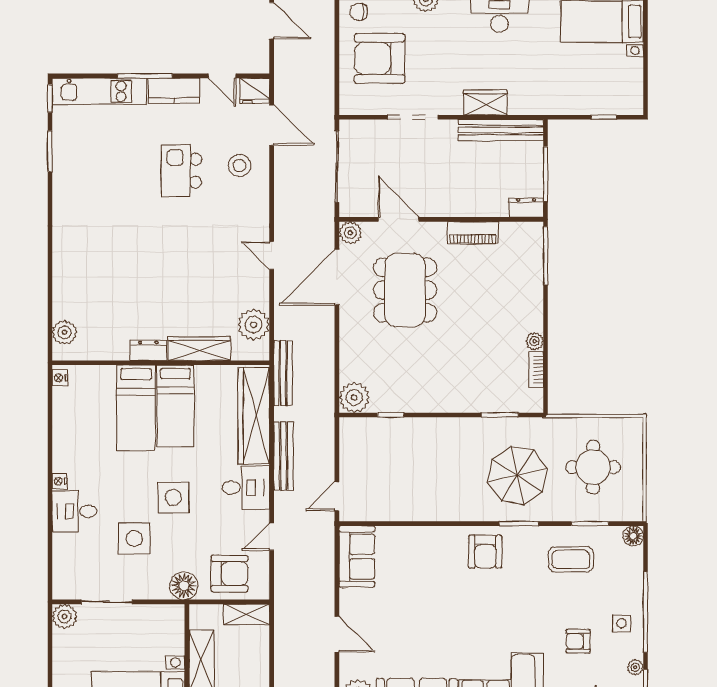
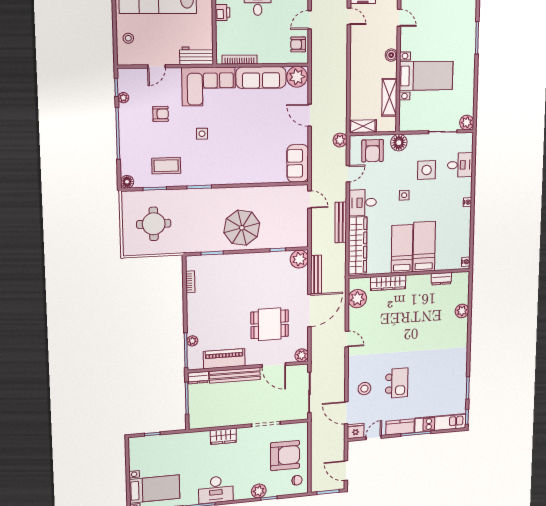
door: (222, 76) -> (374, 438), hinge flipped
bench: (501, 130) -> (235, 375), moved
piano: (473, 233) -> (224, 359), width x1.37, depth x1.33
door: (337, 277) -> (309, 310), moved
dining table: (405, 290) -> (270, 324), width x0.73
plant: (64, 332) -> (462, 311), moved
plant: (535, 341) -> (192, 341), moved
dresser: (148, 350) -> (441, 279), moved
bench: (283, 373) -> (316, 274), moved
parasol: (517, 476) -> (242, 228), moved
door: (337, 496) -> (310, 200), hinge flipped
side table: (173, 497) -> (404, 195), width x0.54, depth x0.54
desk: (74, 511) -> (460, 165), moved
armchair: (485, 552) -> (220, 169), removed
armchair: (230, 574) -> (373, 151), turned -90
plant: (285, 593) -> (340, 140), added
side table: (622, 623) -> (202, 134), moved

